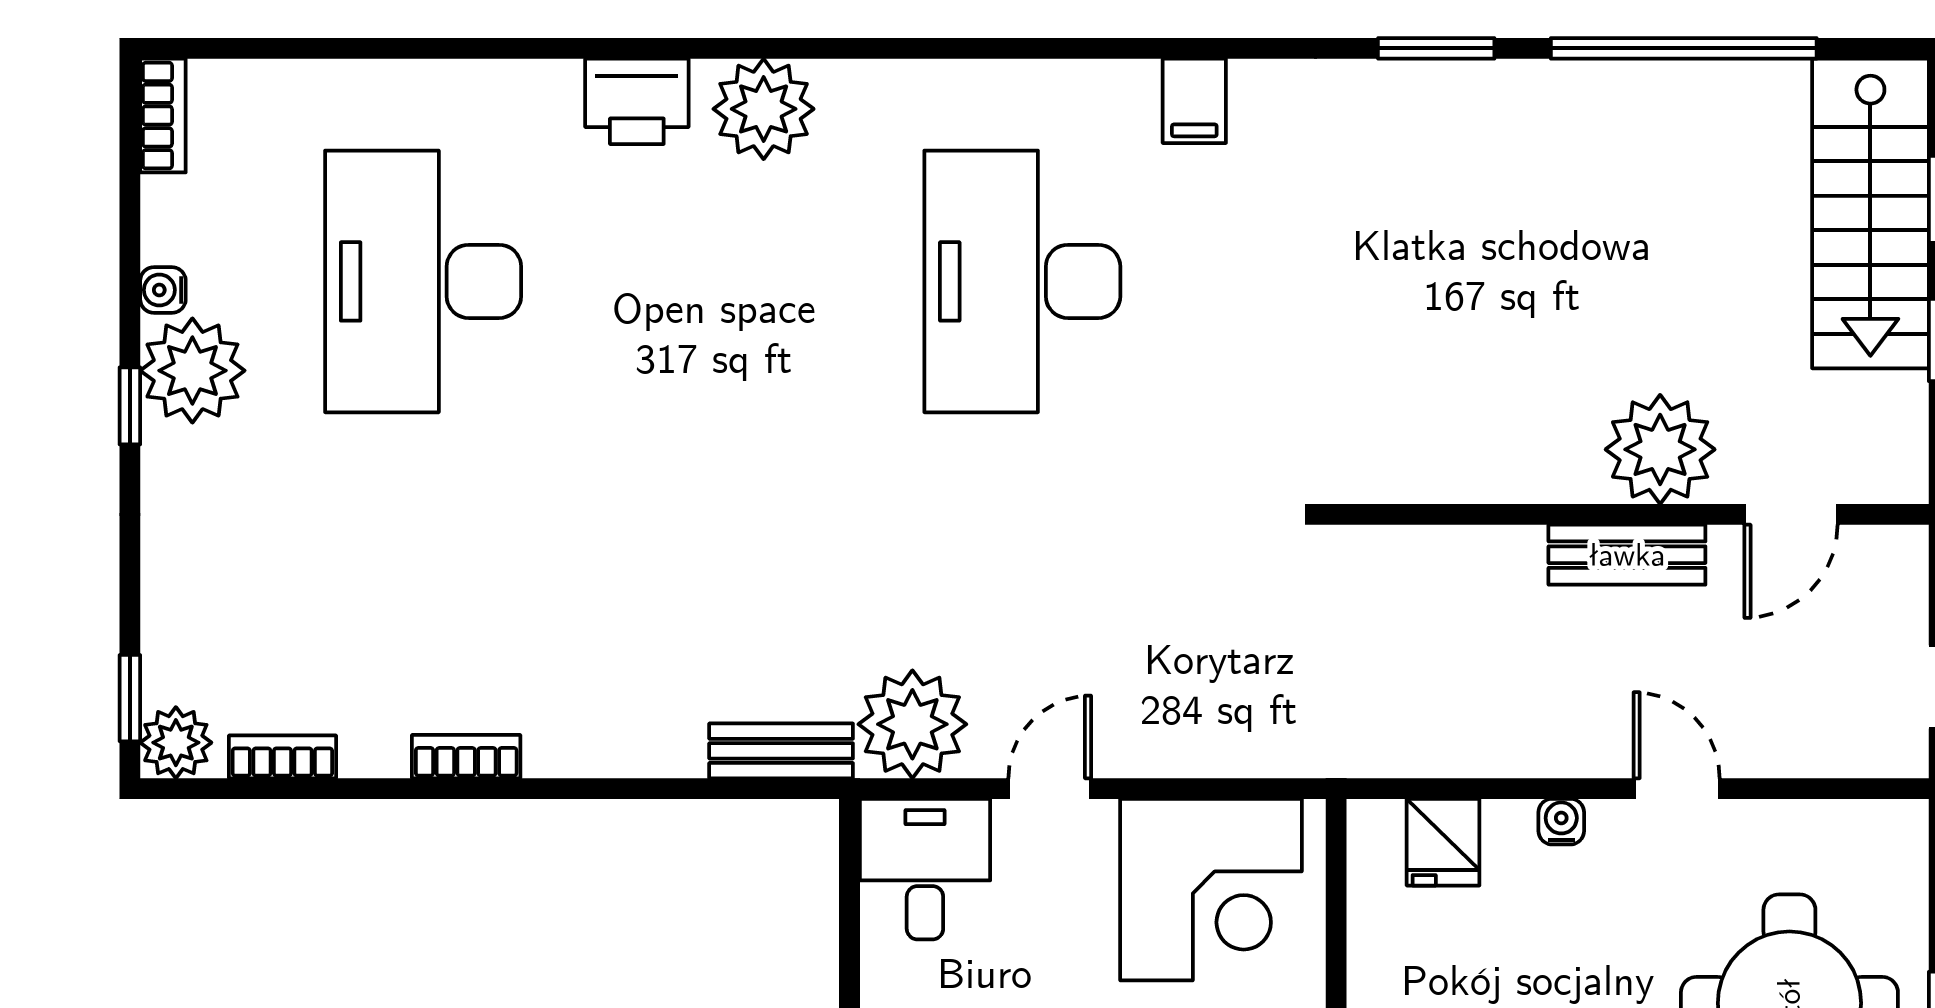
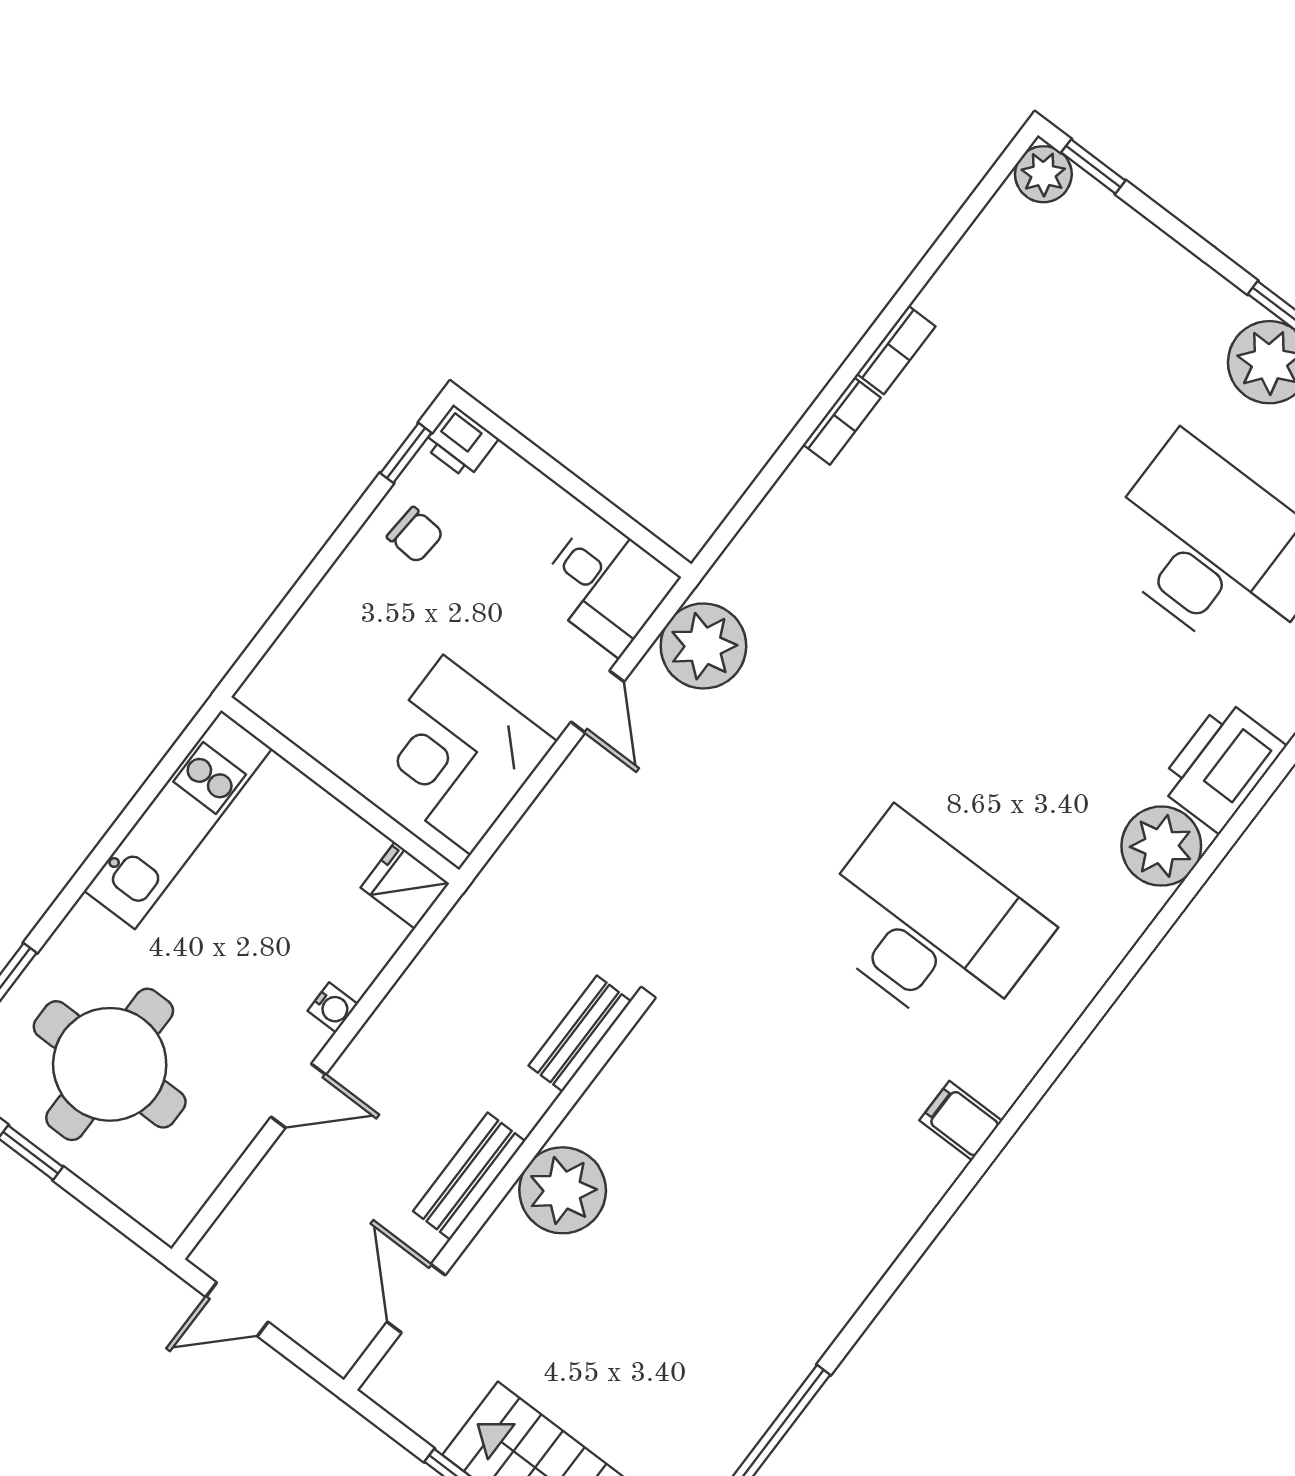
window: (1436, 48) -> (878, 1298), removed
printer: (637, 101) -> (1221, 766), width x1.37, depth x1.19
plant: (1660, 449) -> (563, 1190), moved
bench: (781, 751) -> (580, 1034), moved
bookcase: (282, 757) -> (842, 421), moved
fridge: (1443, 842) -> (405, 885), moved

